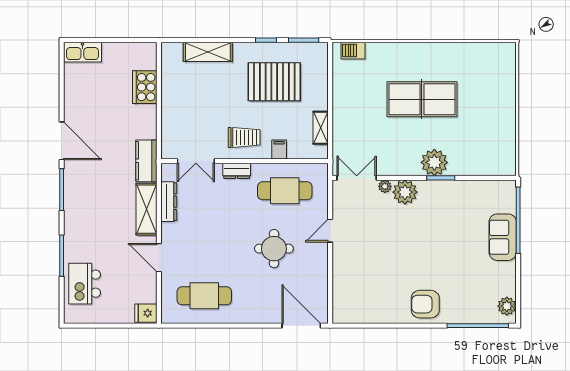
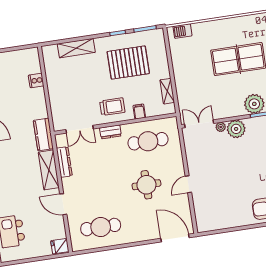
cooker: (145, 87) -> (36, 80), width x0.53, depth x0.76
door: (330, 231) -> (188, 184), moved

